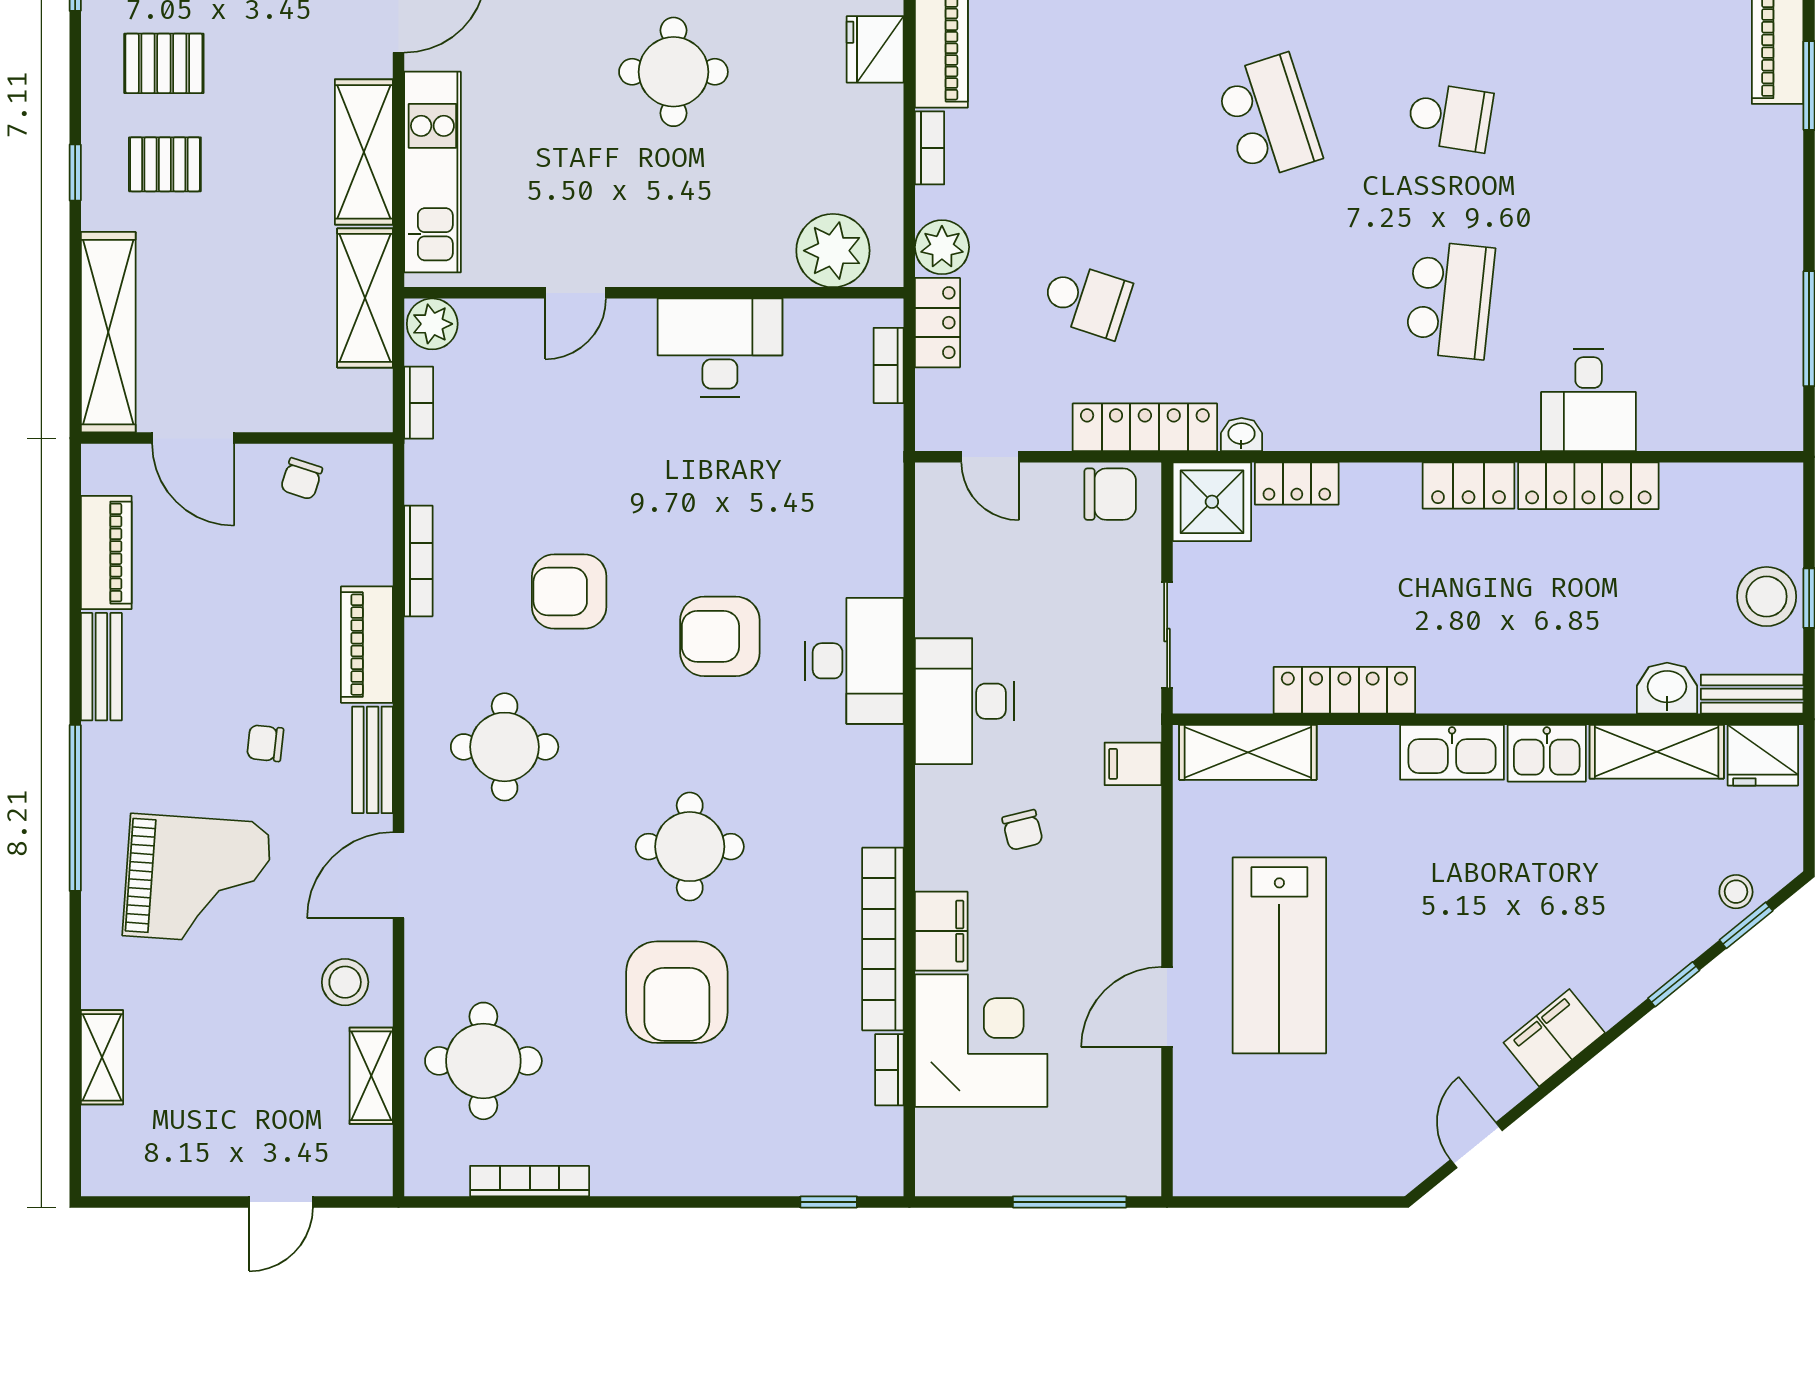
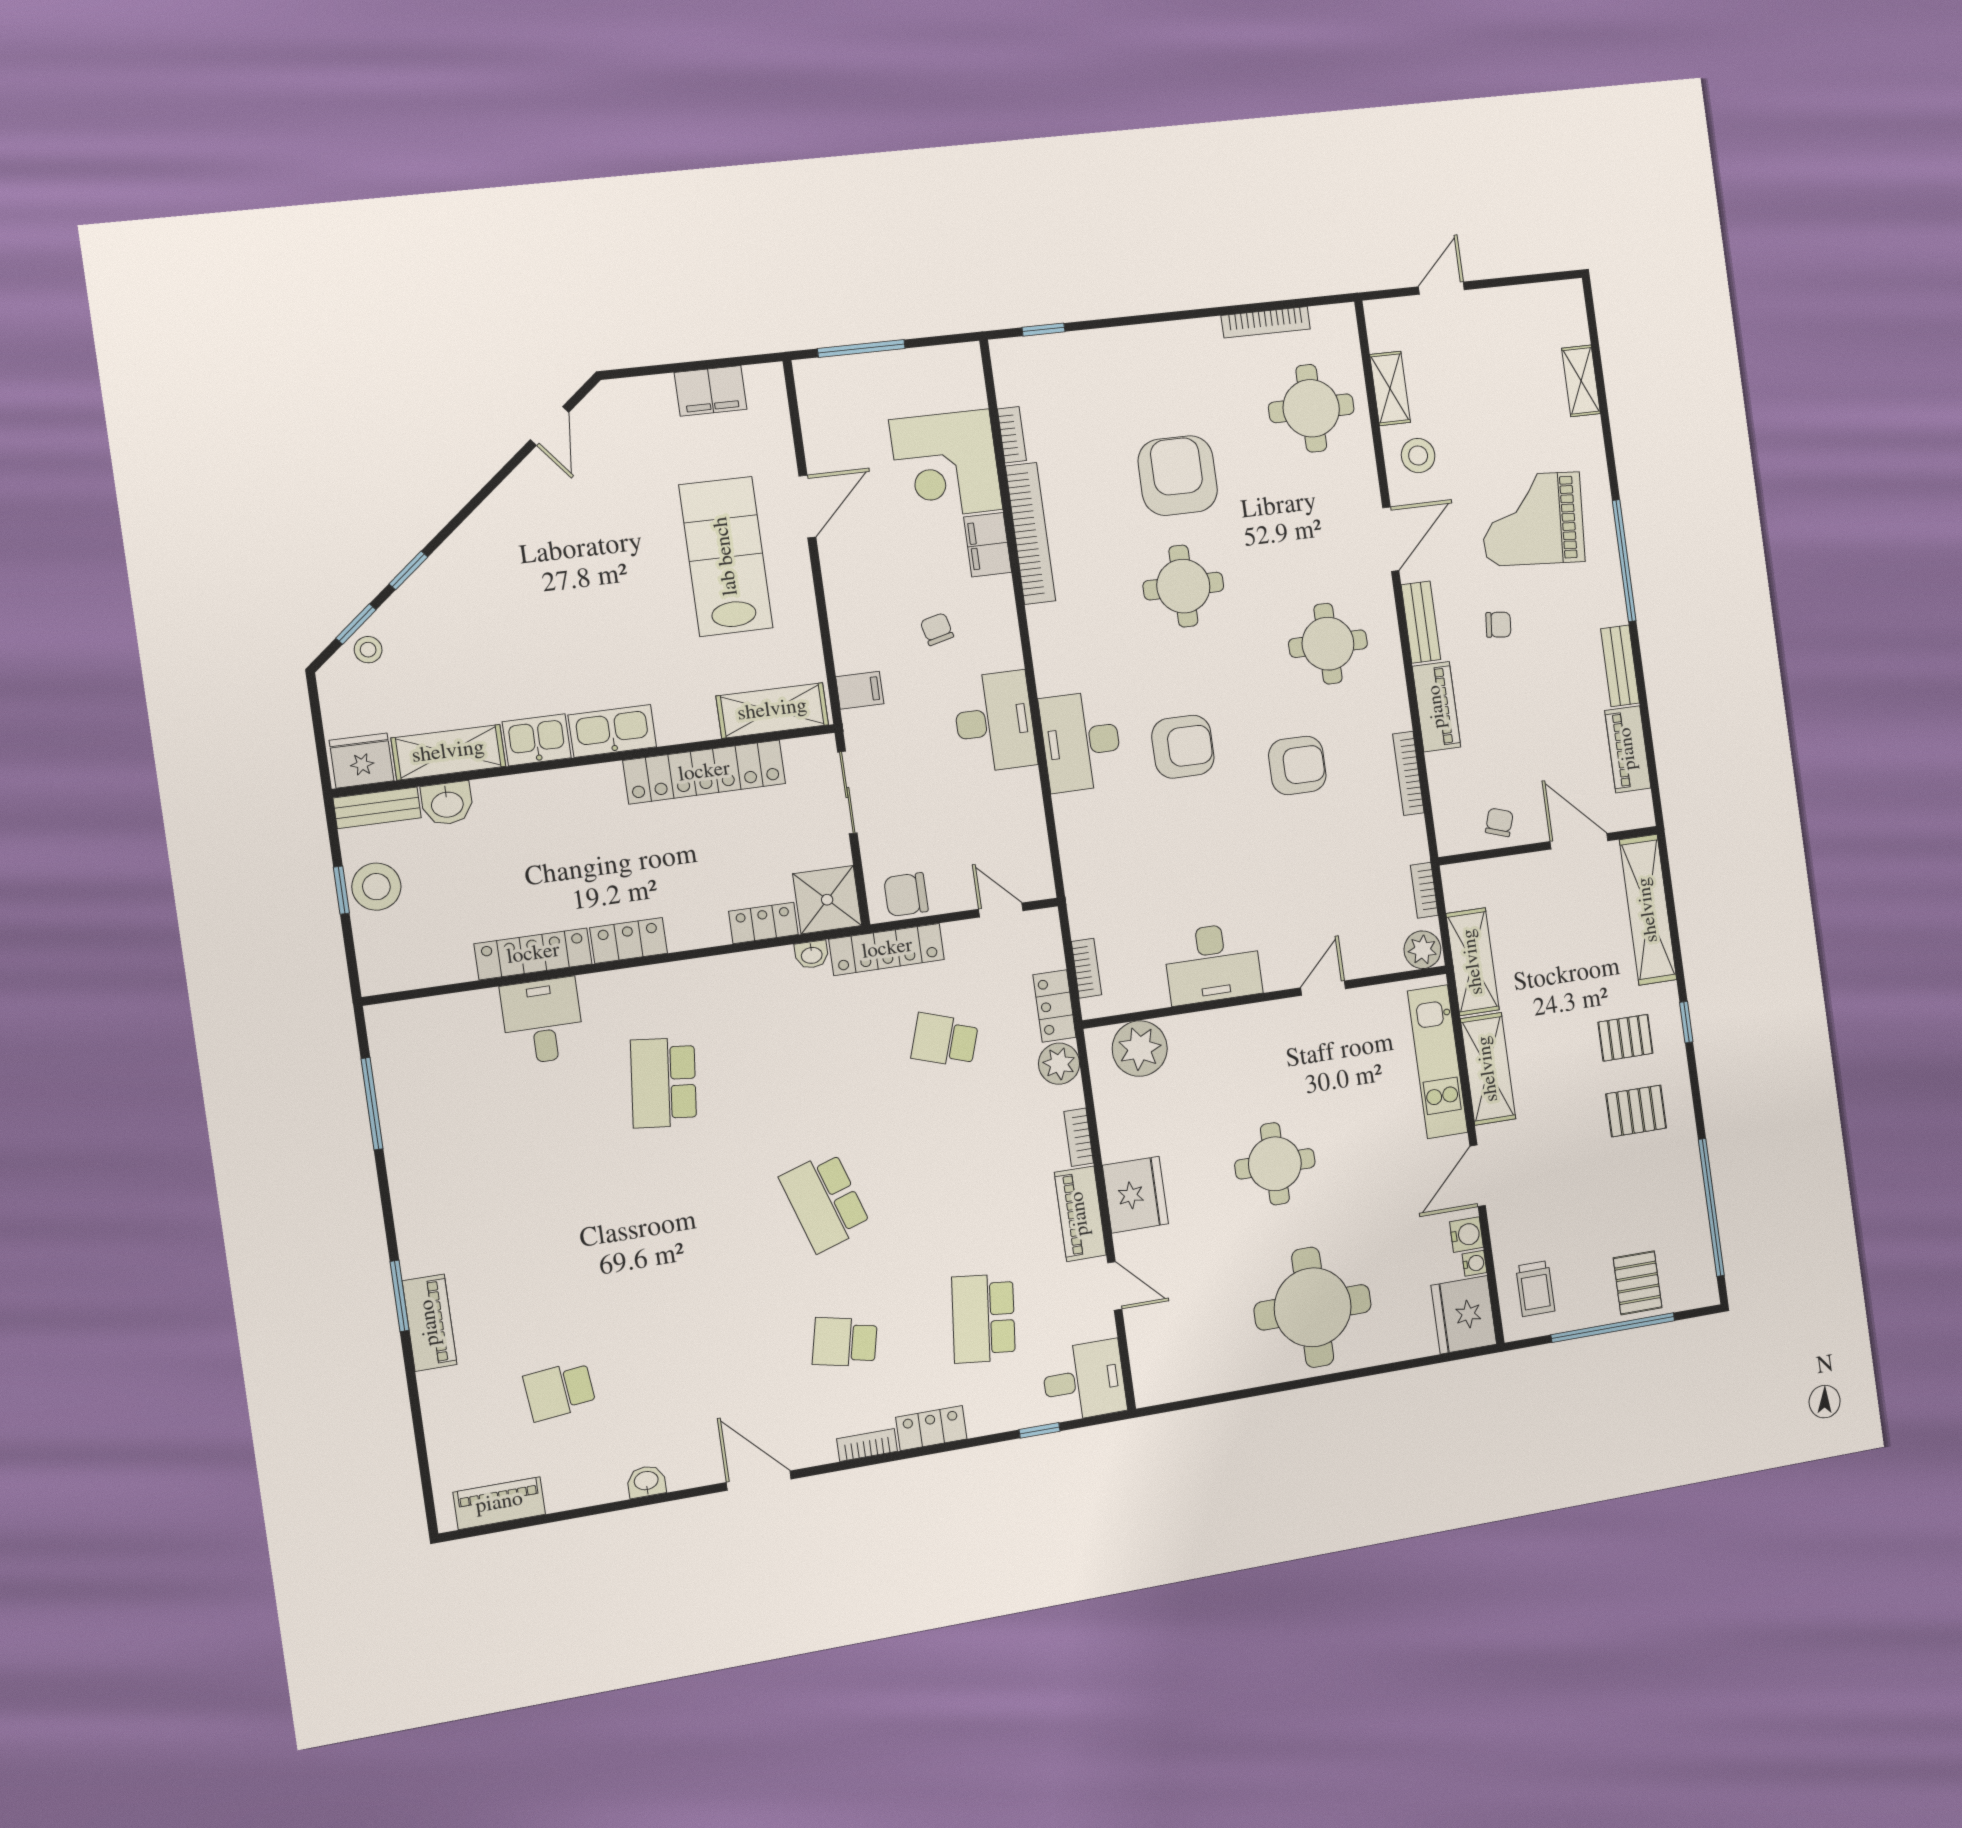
fridge: (875, 49) -> (1135, 1195), width x1.36, depth x1.34
school desk: (1450, 117) -> (684, 1225), removed
locker: (1344, 690) -> (704, 772), width x1.41, depth x1.21
filing cabinet: (1554, 1038) -> (711, 391), moved, turned 39

